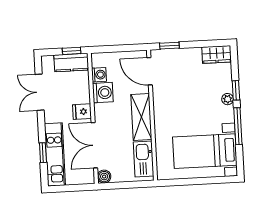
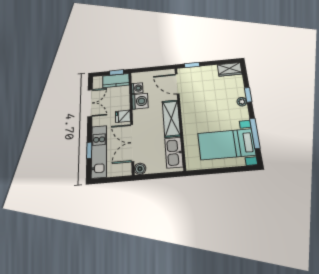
double door: (40, 92) -> (90, 103), swing flipped
window: (238, 126) -> (255, 133), moved

